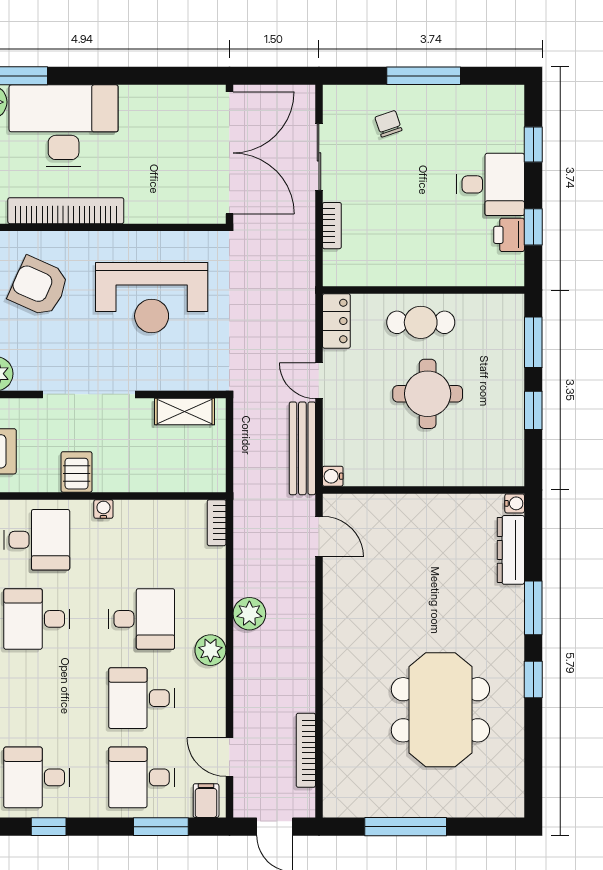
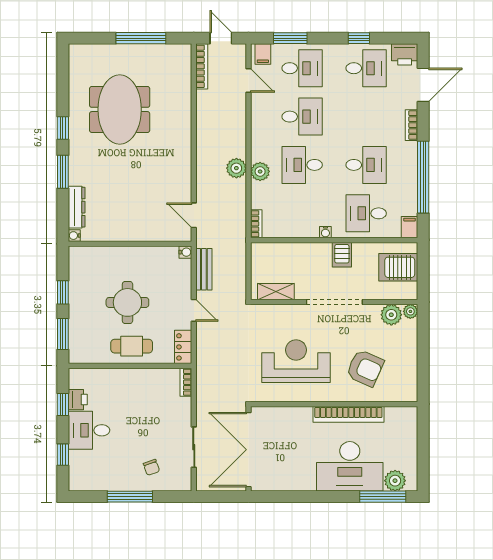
bookcase: (332, 226) -> (186, 382), moved
bench: (302, 448) -> (204, 269), width x0.73
plant: (210, 650) -> (260, 171), moved
bookcase: (306, 750) -> (202, 66), moved

